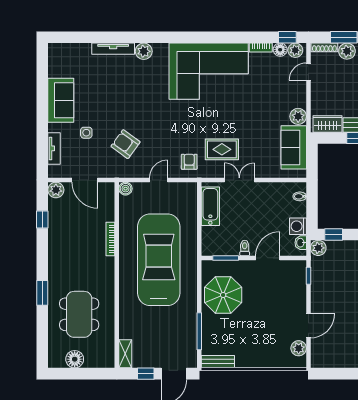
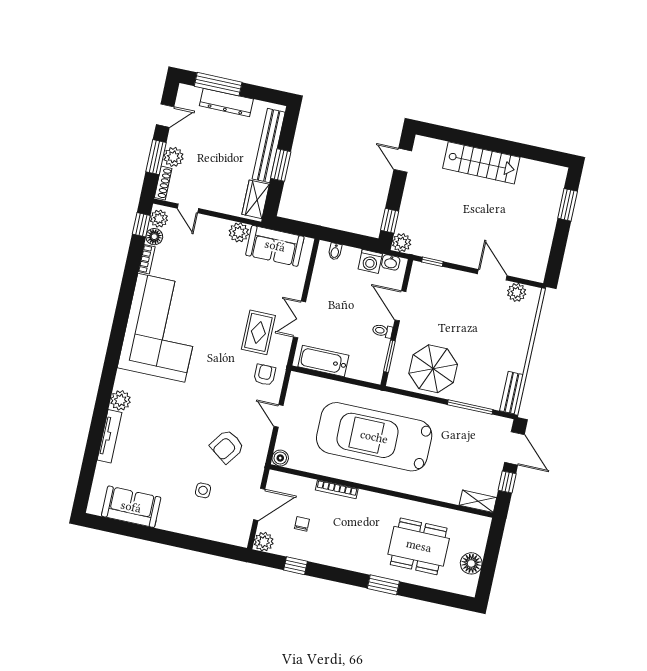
sofa: (61, 100) -> (131, 507), moved
tv unit: (54, 148) -> (213, 533), removed
armchair: (189, 162) -> (265, 375), turned 90
chair: (77, 217) -> (302, 524), added

